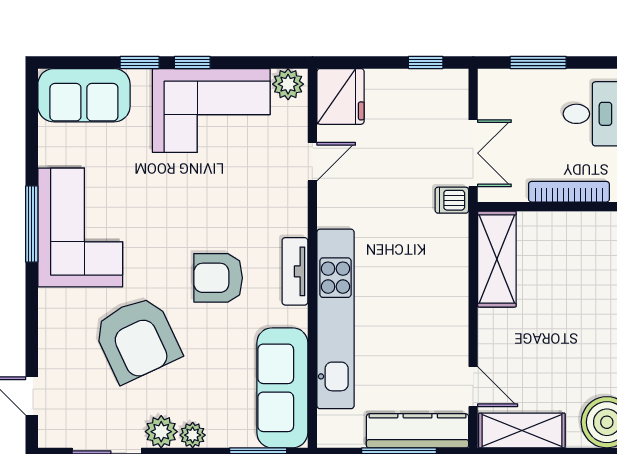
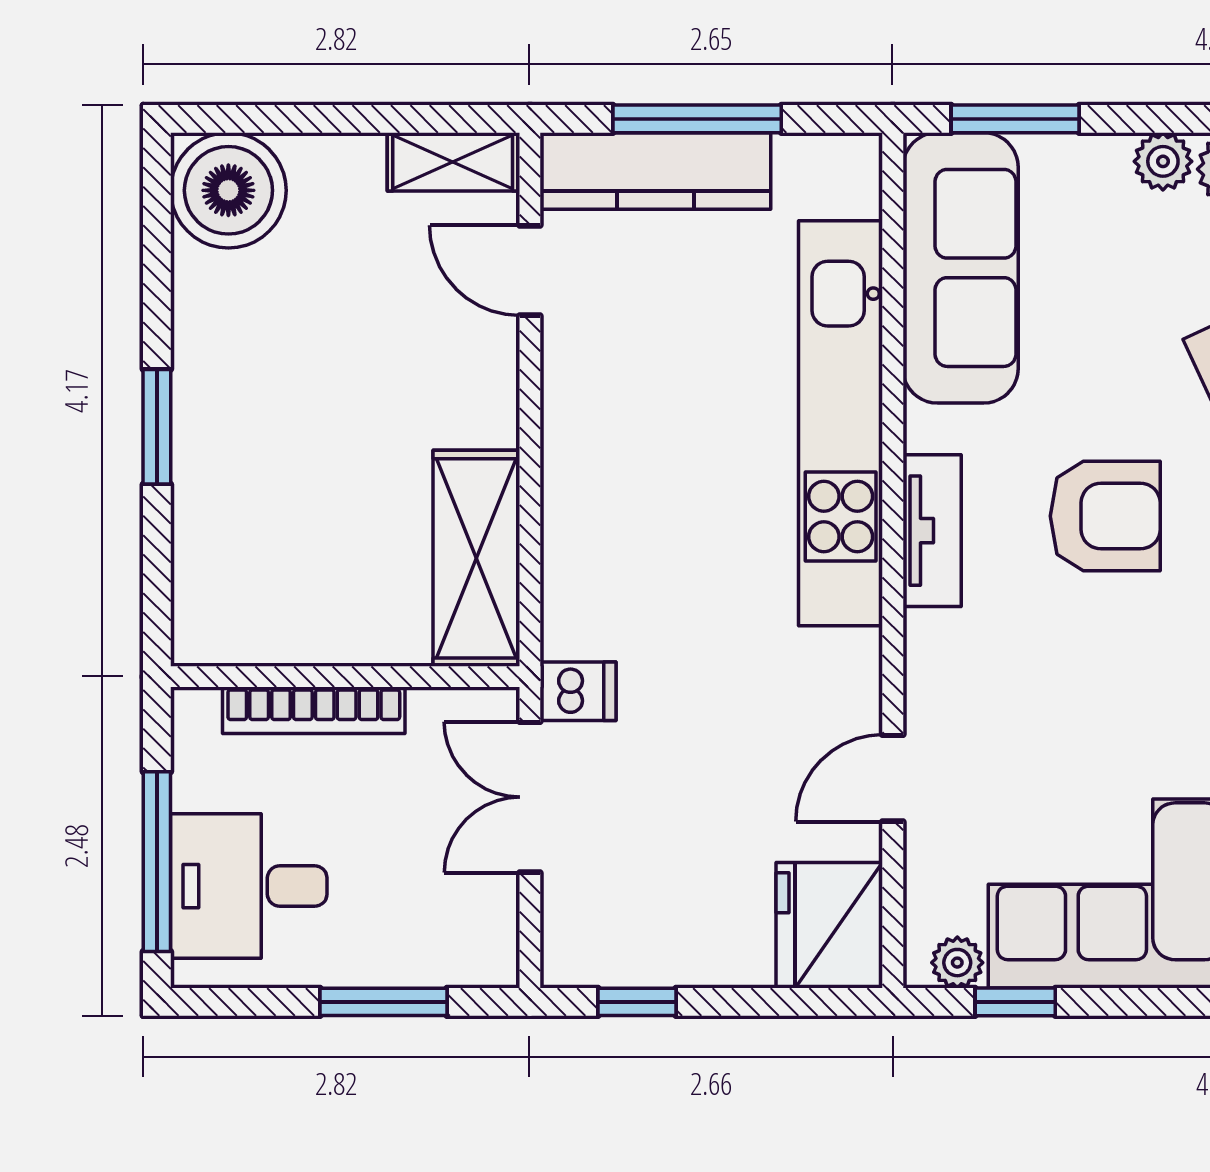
window: (192, 62) -> (1015, 1002), moved
plant: (288, 84) -> (957, 963), width x0.73, depth x0.73
shelving: (522, 430) -> (453, 162), width x0.67, depth x0.75

